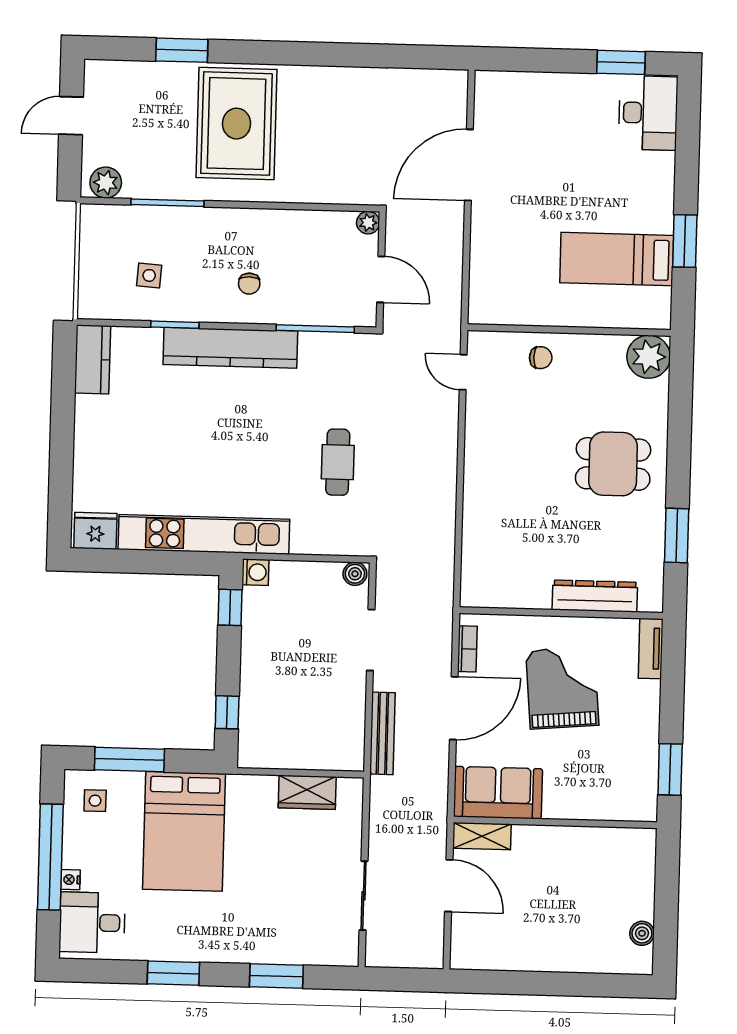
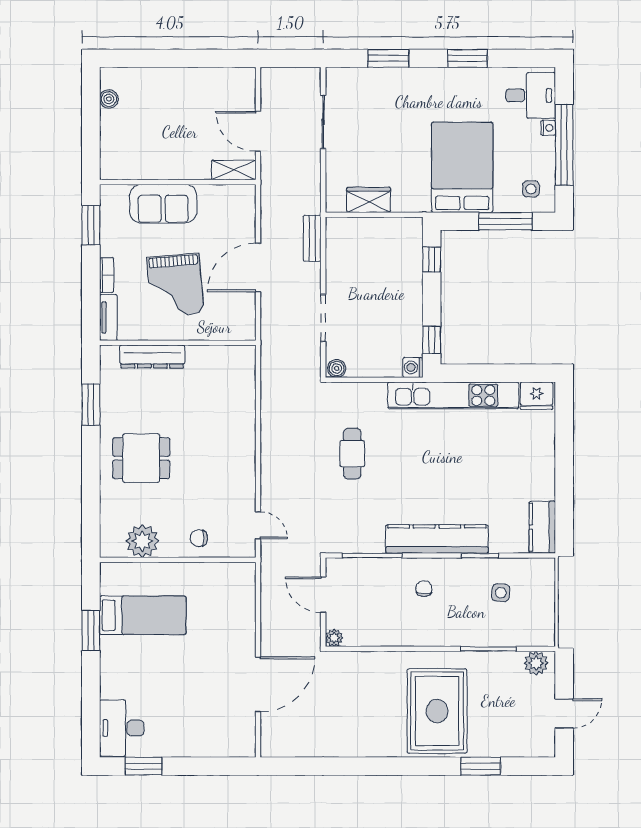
plant: (649, 357) -> (142, 541), moved
bookcase: (467, 649) -> (107, 275), moved, turned 180
bench: (382, 733) -> (312, 238), width x0.73
sofa: (498, 793) -> (163, 204), moved

